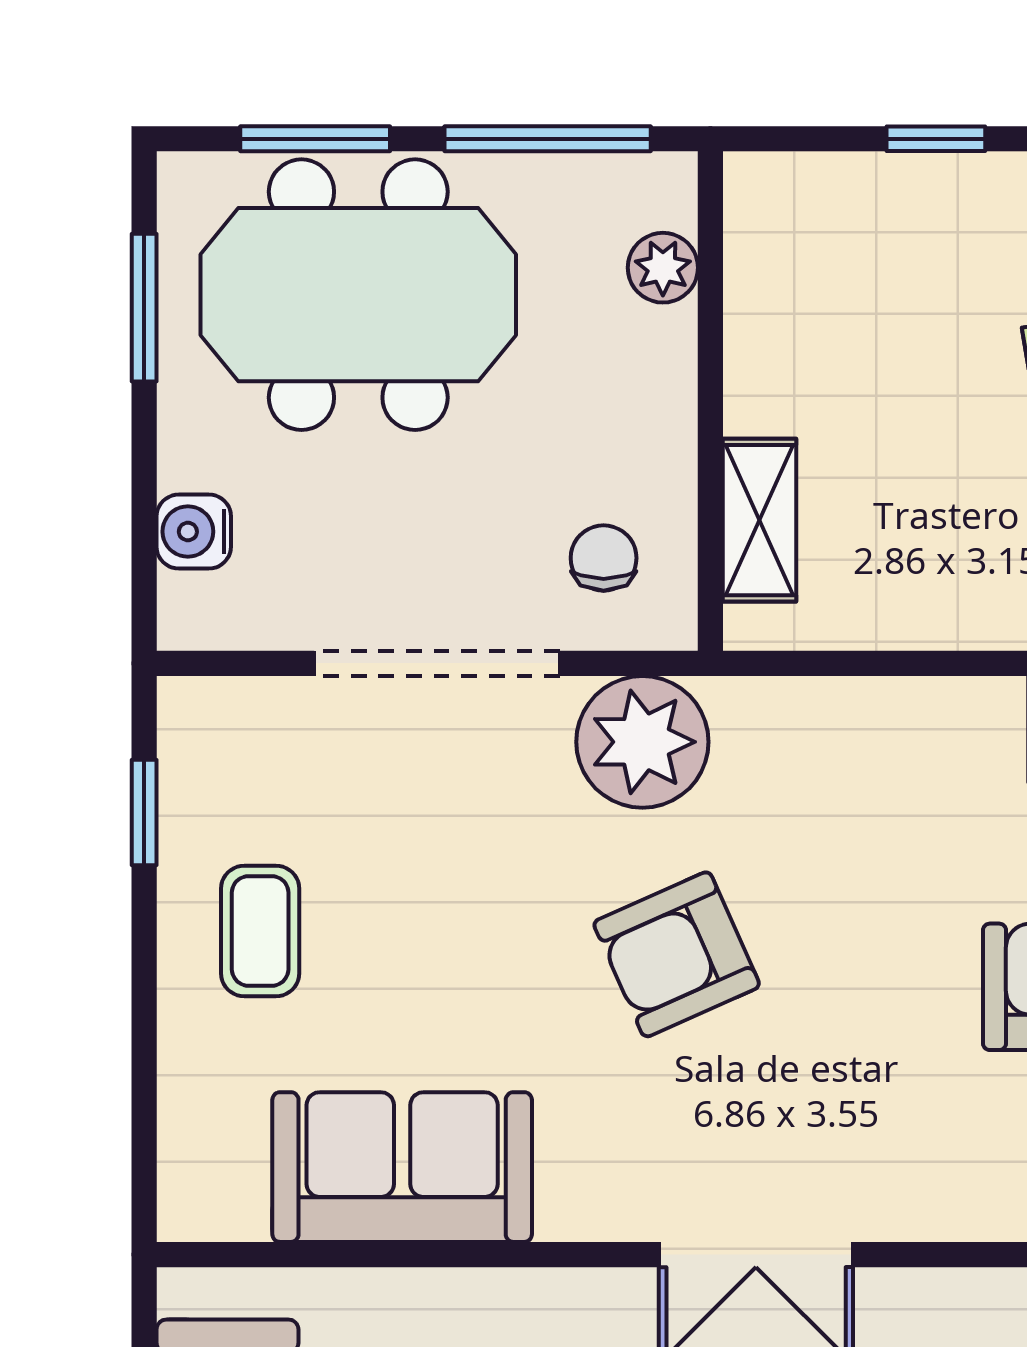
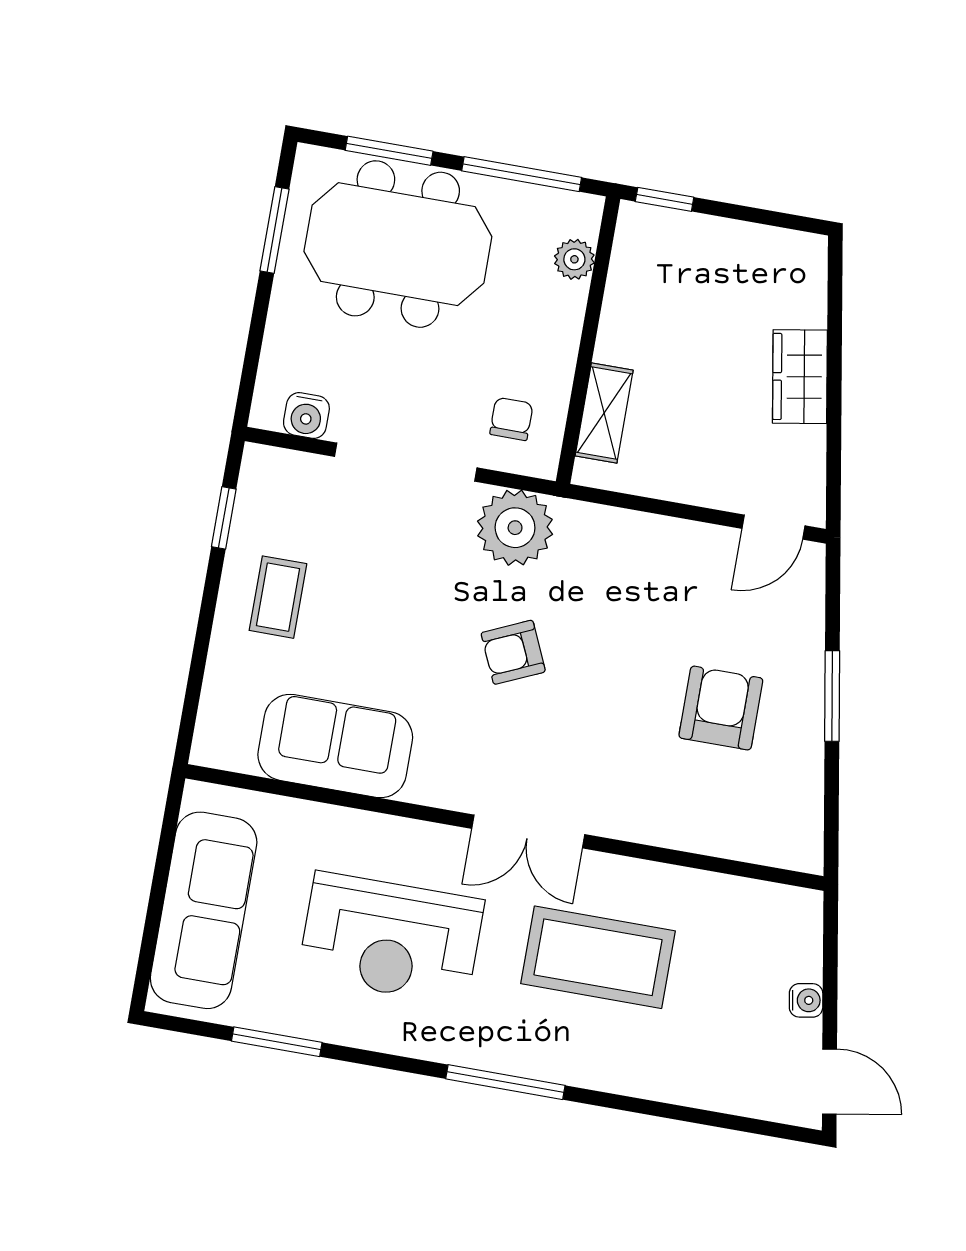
window: (936, 139) -> (665, 199), moved
water cooler: (194, 532) -> (306, 416), moved, turned -90
armchair: (677, 954) -> (513, 652), width x0.72, depth x0.72

